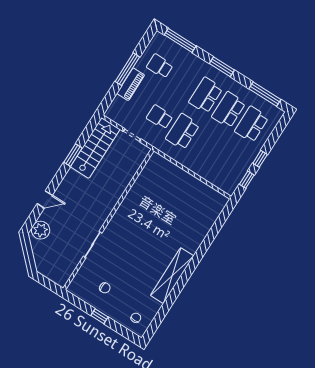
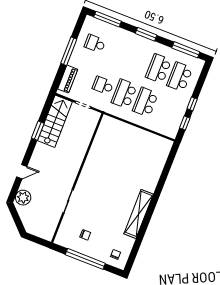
piano: (131, 84) -> (68, 79), moved
school desk: (206, 95) -> (145, 102), moved
window: (99, 316) -> (85, 259), width x3.17

